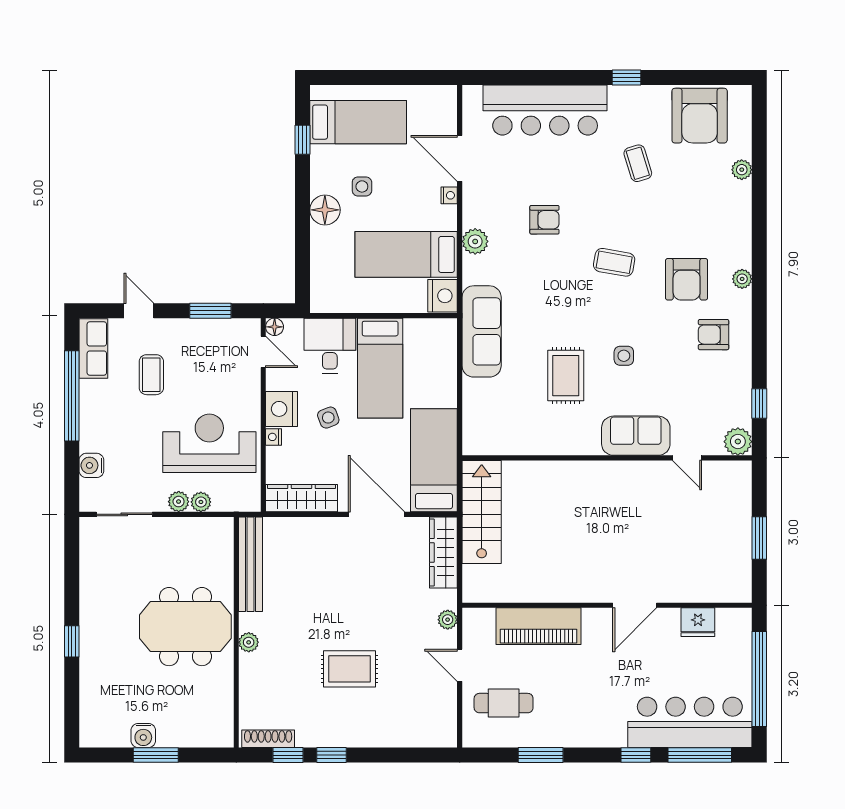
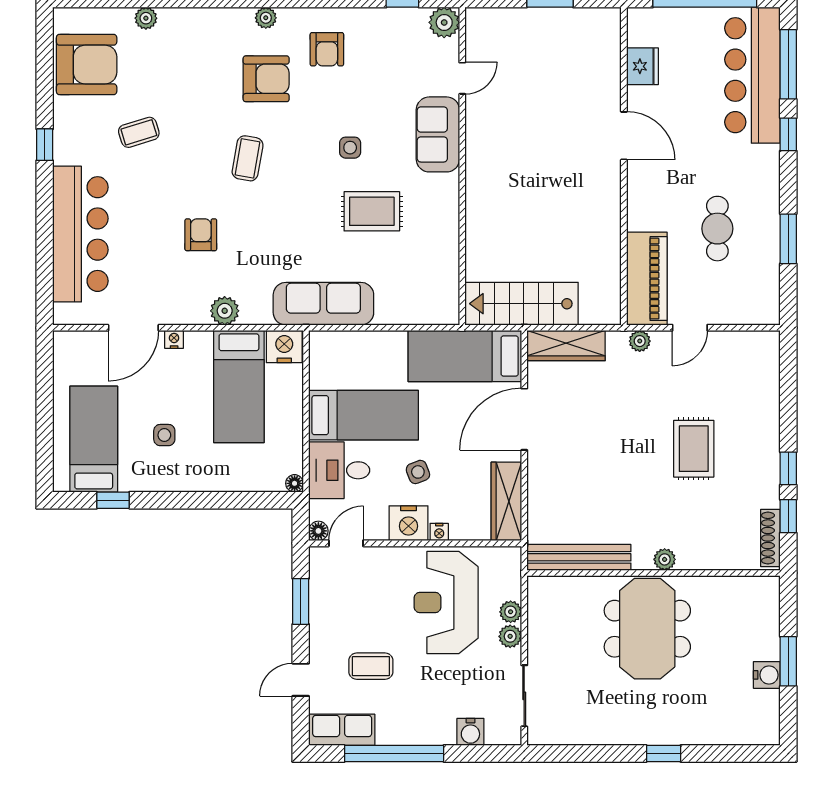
floor lamp: (325, 210) -> (295, 483), moved, width x0.53, depth x0.53
piano: (539, 626) -> (647, 279), moved
cafe table: (504, 703) -> (717, 229), moved

